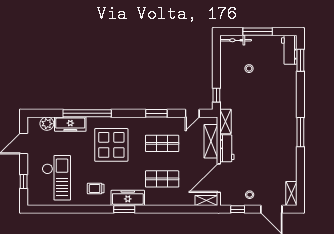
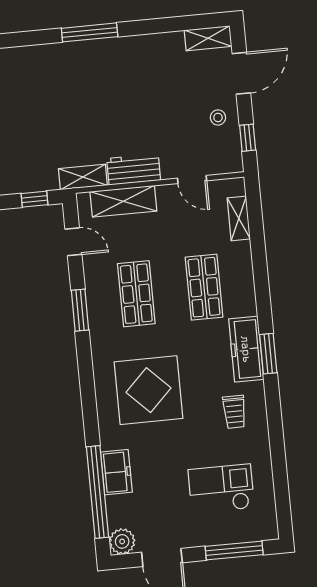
window: (87, 113) -> (97, 492), moved
plant: (47, 124) -> (122, 541), moved
freezer: (70, 124) -> (116, 472), width x0.71
checkout: (56, 178) -> (221, 489), width x0.73, depth x0.83
door: (219, 178) -> (192, 179), width x0.53
window: (24, 181) -> (234, 550), width x2.17
shelving: (206, 200) -> (239, 218), moved

